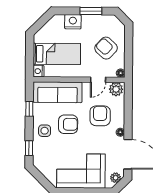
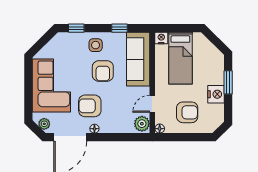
window: (91, 11) -> (228, 82), moved
nightstand: (73, 22) -> (216, 94), moved
armchair: (106, 48) -> (187, 112), turned 47
door: (98, 80) -> (152, 104), hinge flipped
armchair: (100, 116) -> (90, 106), moved, turned 180

